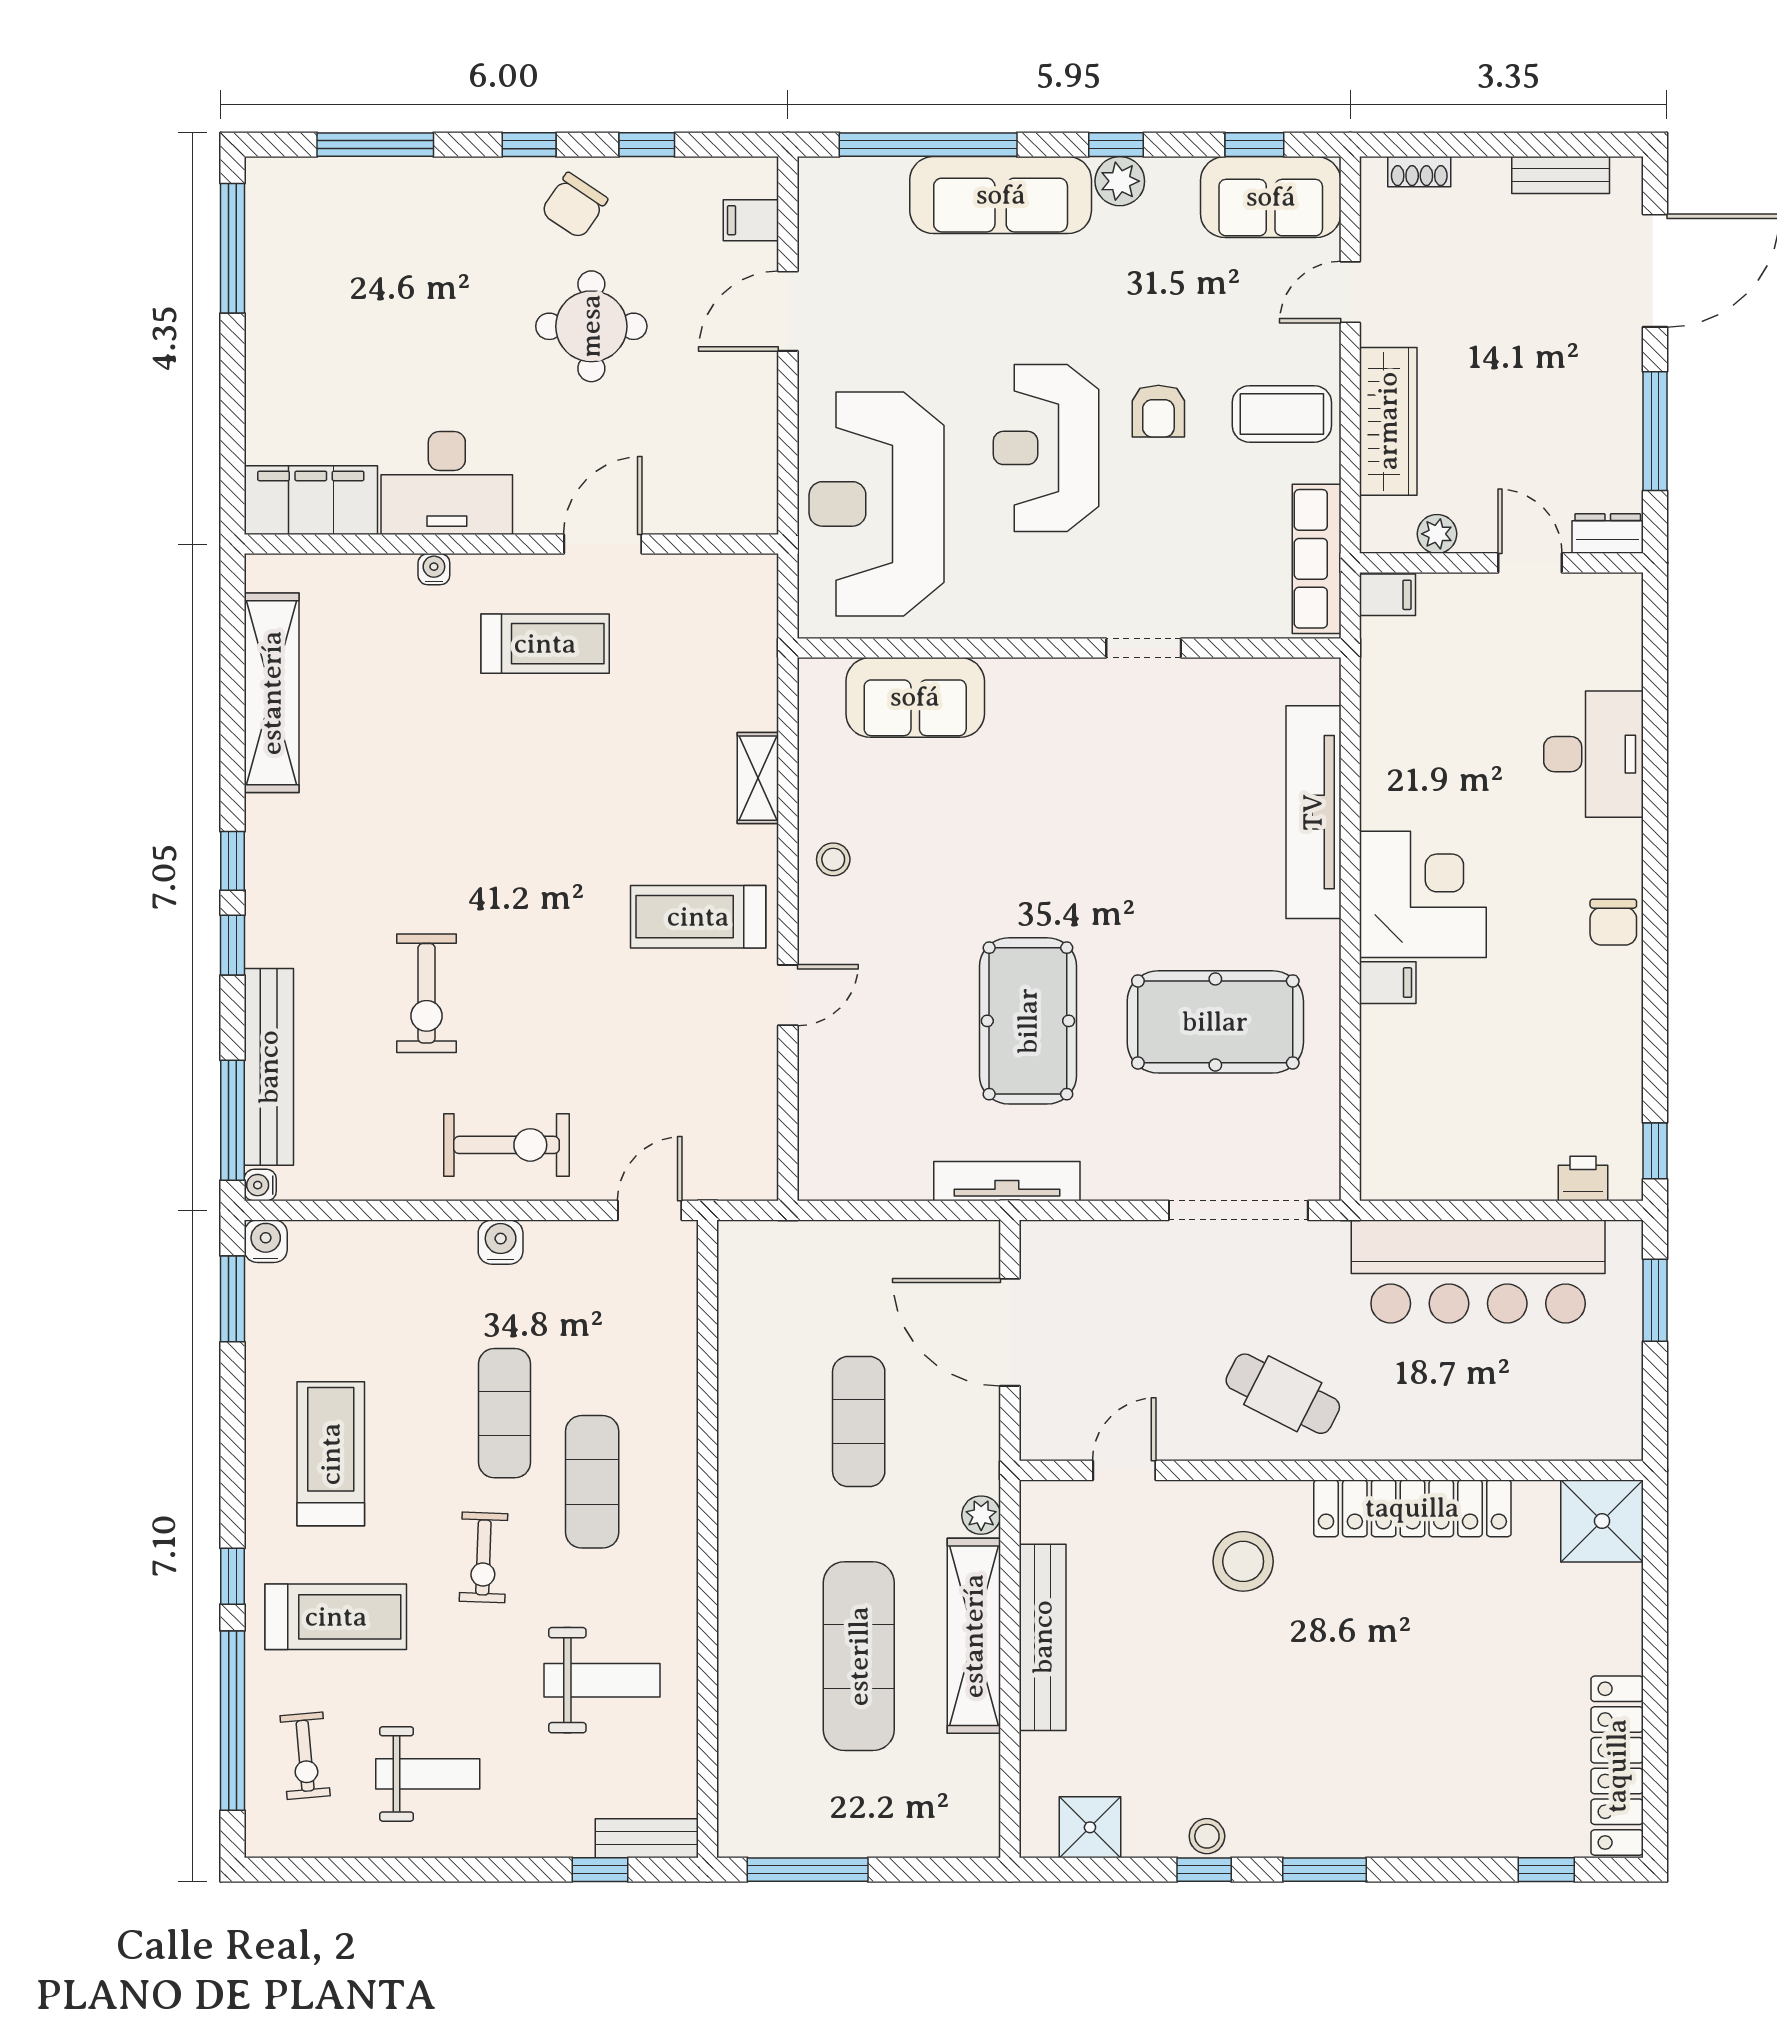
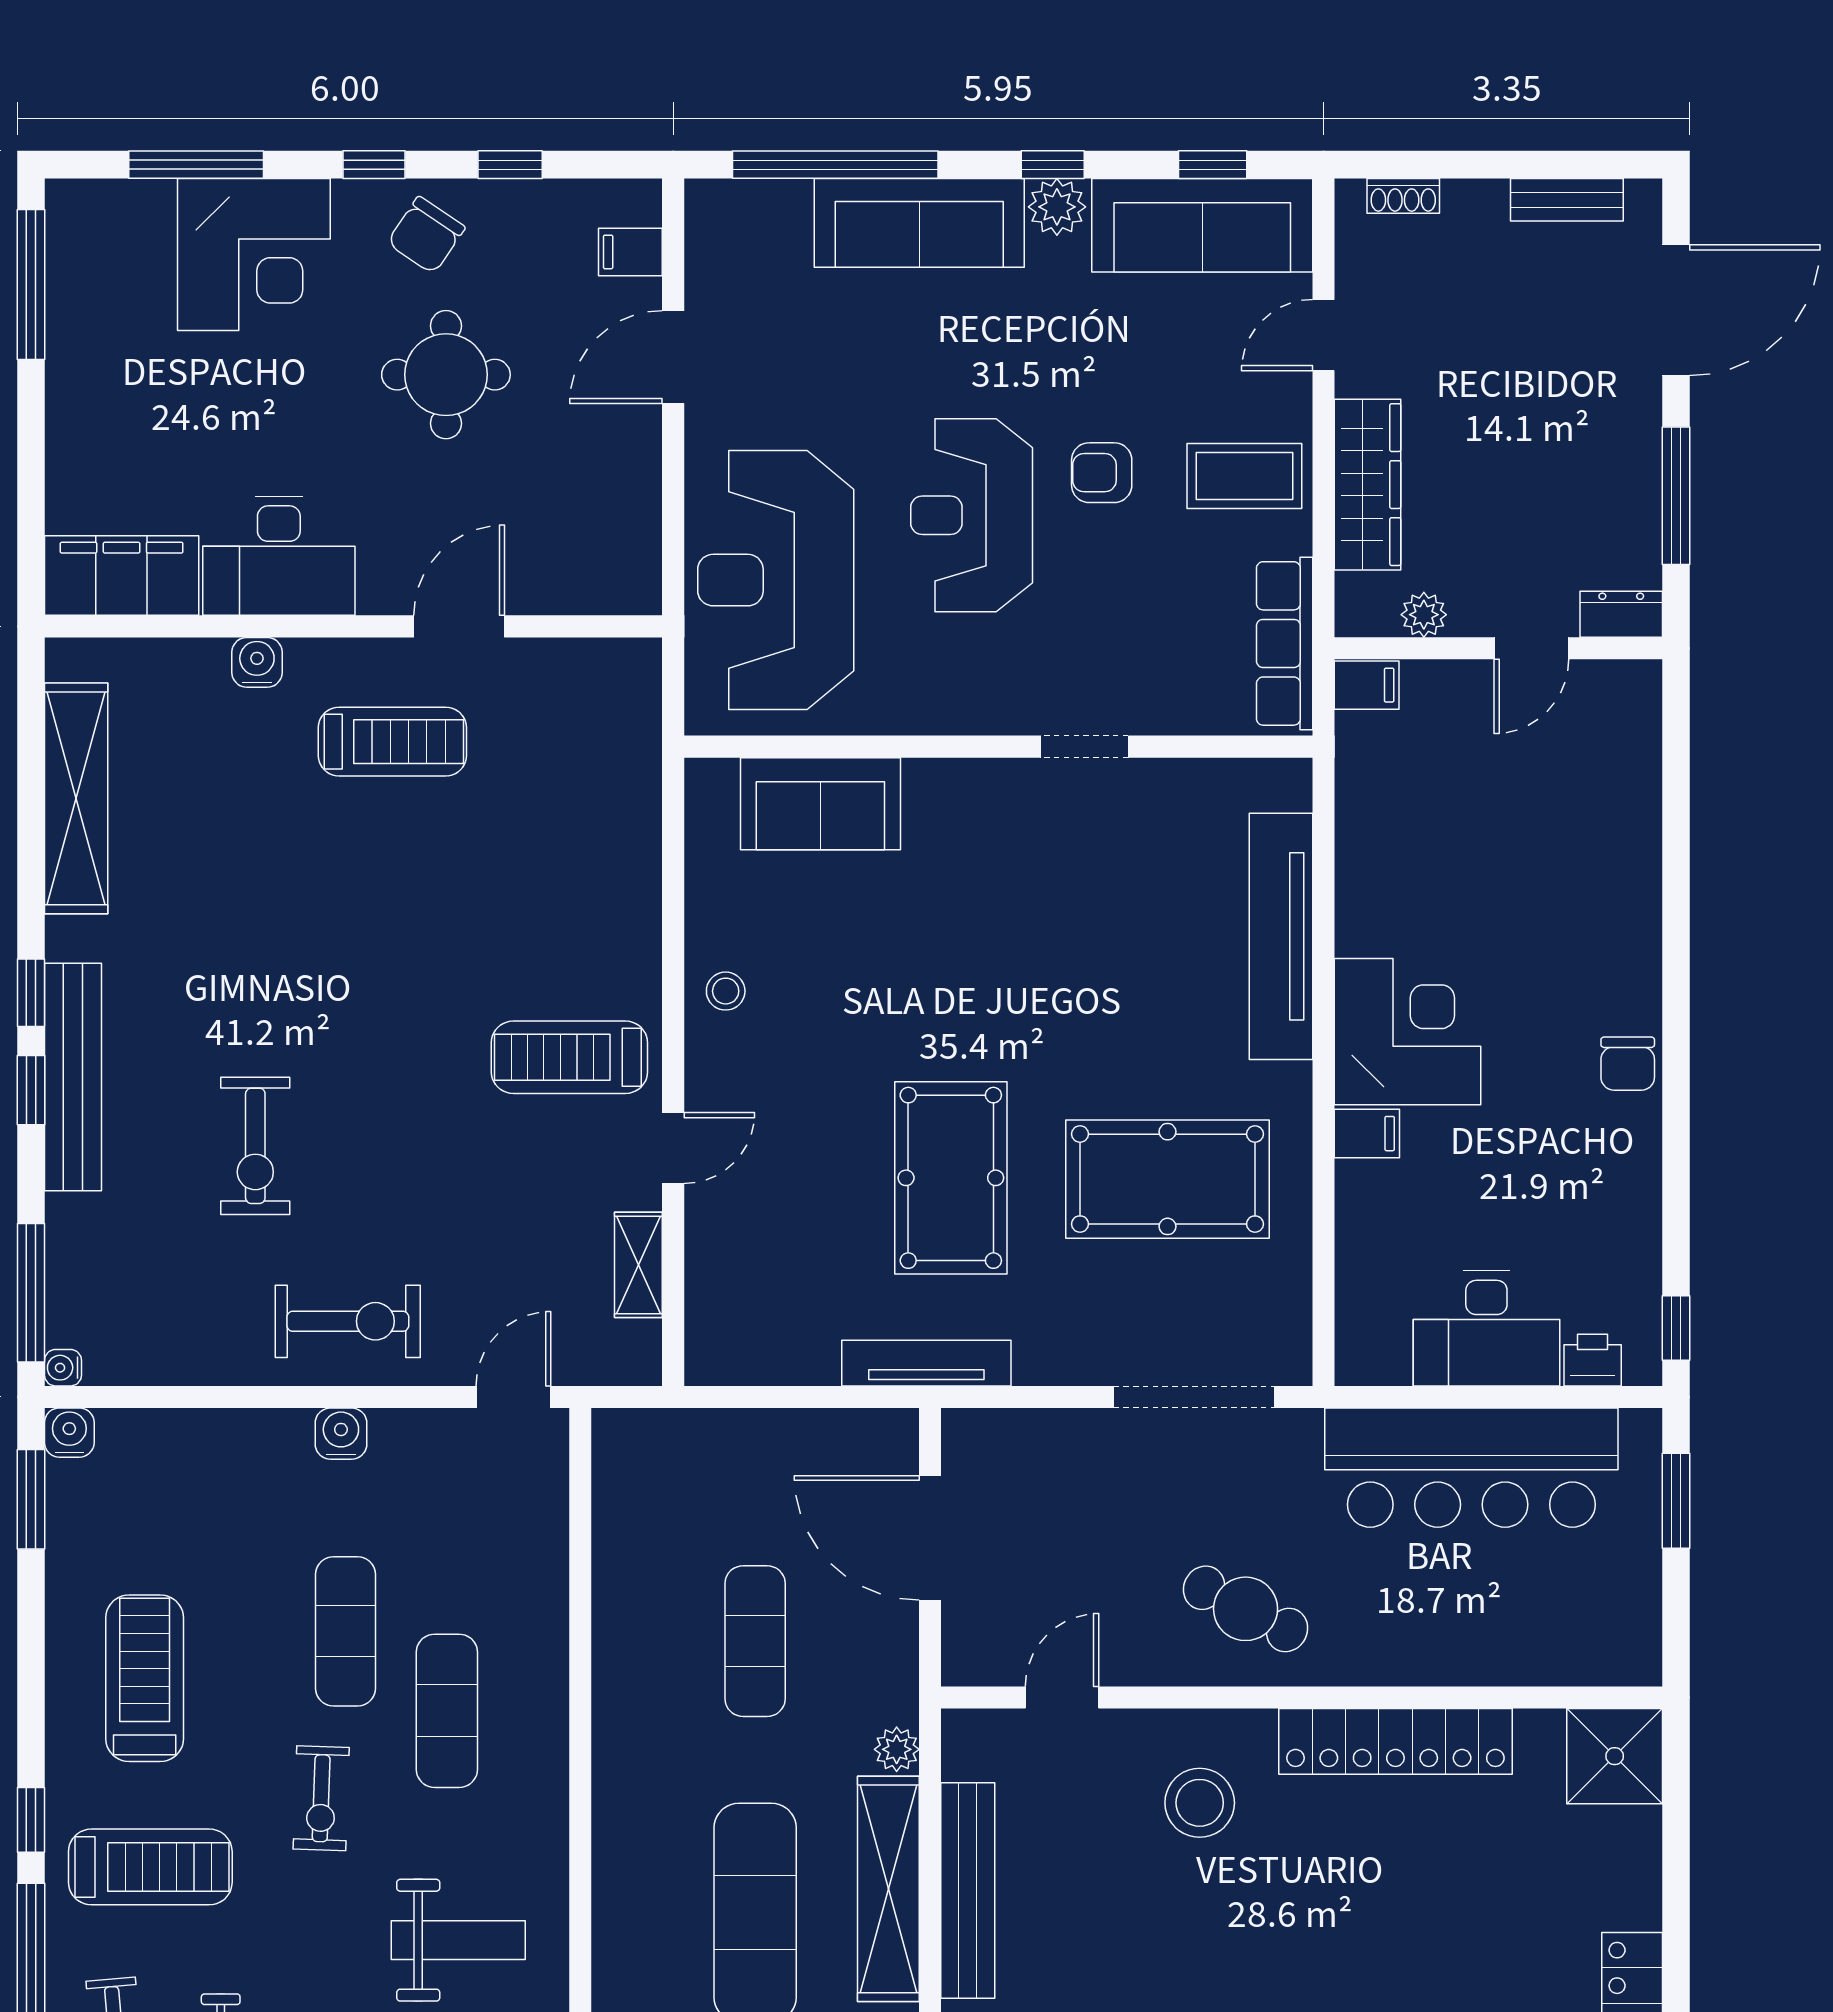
sofa: (1271, 197) -> (1202, 225), width x1.36
corner desk: (425, 222) -> (254, 254), added
armchair: (1158, 411) -> (1102, 473), turned 90
door: (1530, 563) -> (1531, 648), swing flipped
water cooler: (434, 569) -> (257, 662), width x1.38, depth x1.38
desk: (1593, 754) -> (1486, 1329), moved, turned 90
shelving: (758, 778) -> (638, 1265), moved
bench: (269, 1067) -> (73, 1077), moved

